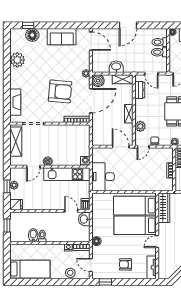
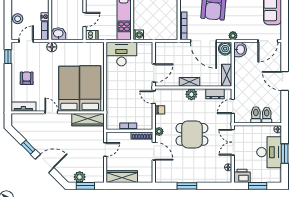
washbasin: (116, 67) -> (240, 50), moved
plant: (140, 126) -> (191, 94), moved
washbasin: (84, 219) -> (58, 34), moved

